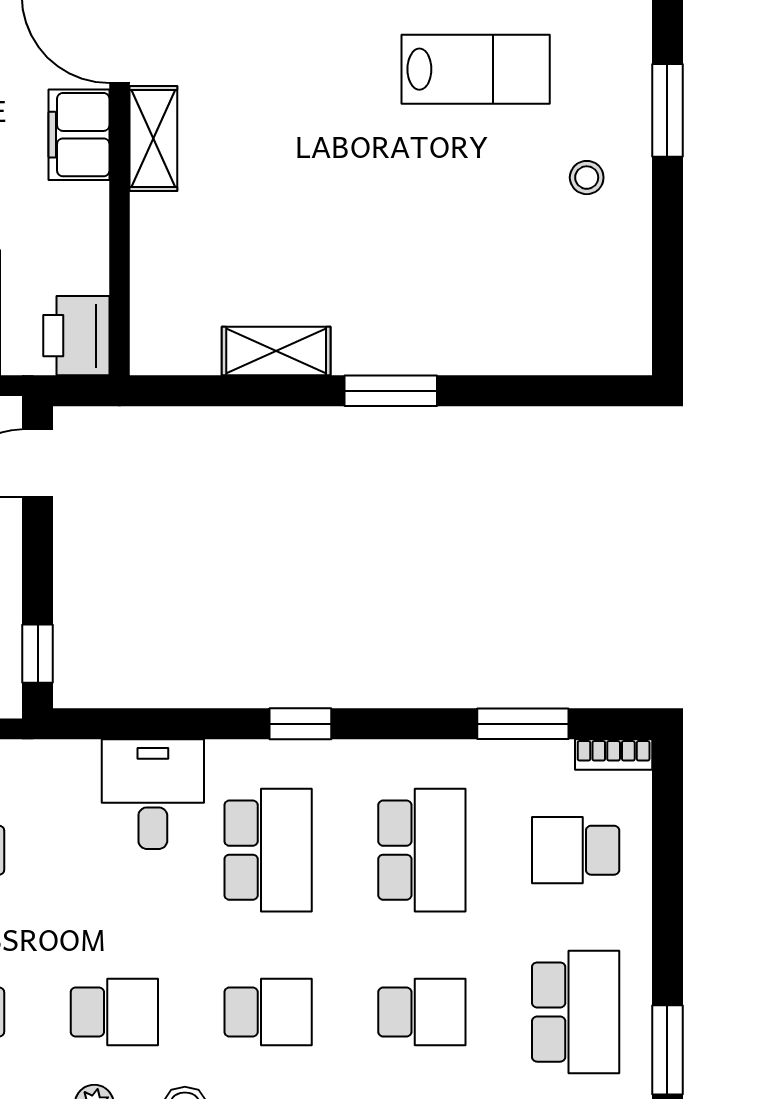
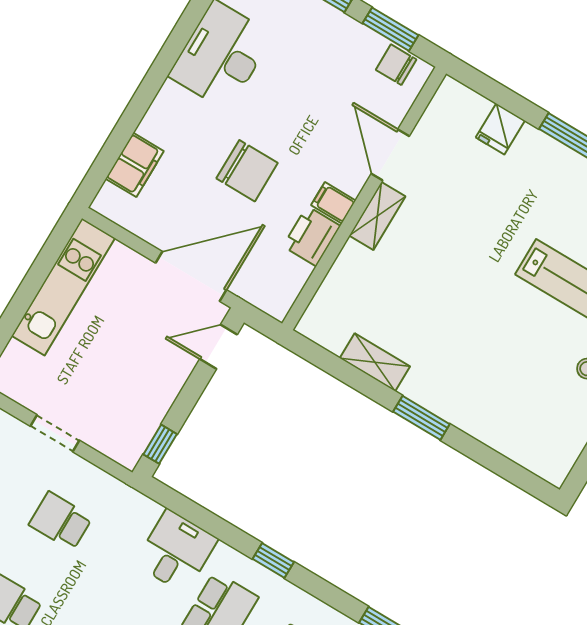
filing cabinet: (79, 135) -> (333, 203), width x0.50
printer: (76, 336) -> (312, 236), moved

